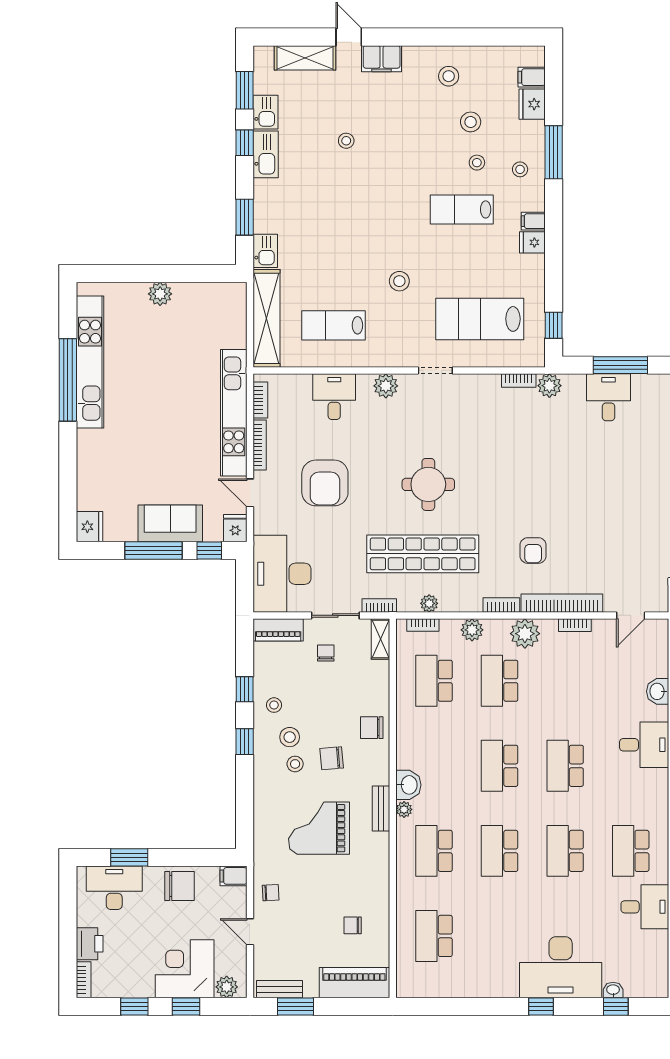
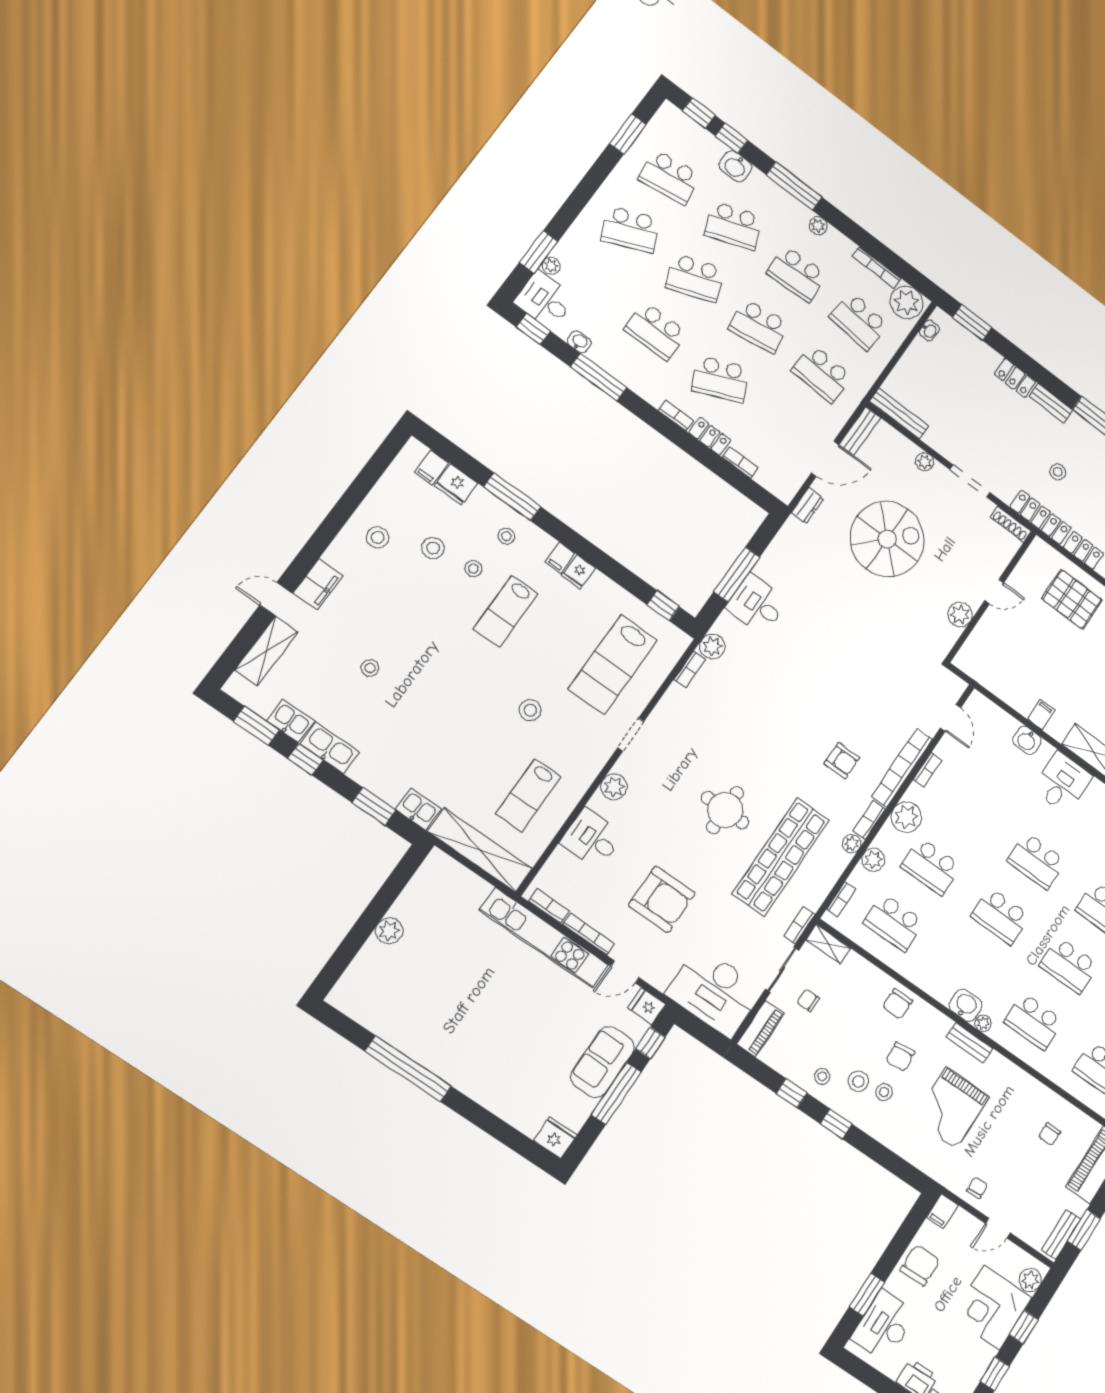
kitchen unit: (90, 362) -> (406, 1037), removed
plant: (429, 603) -> (852, 844), moved

